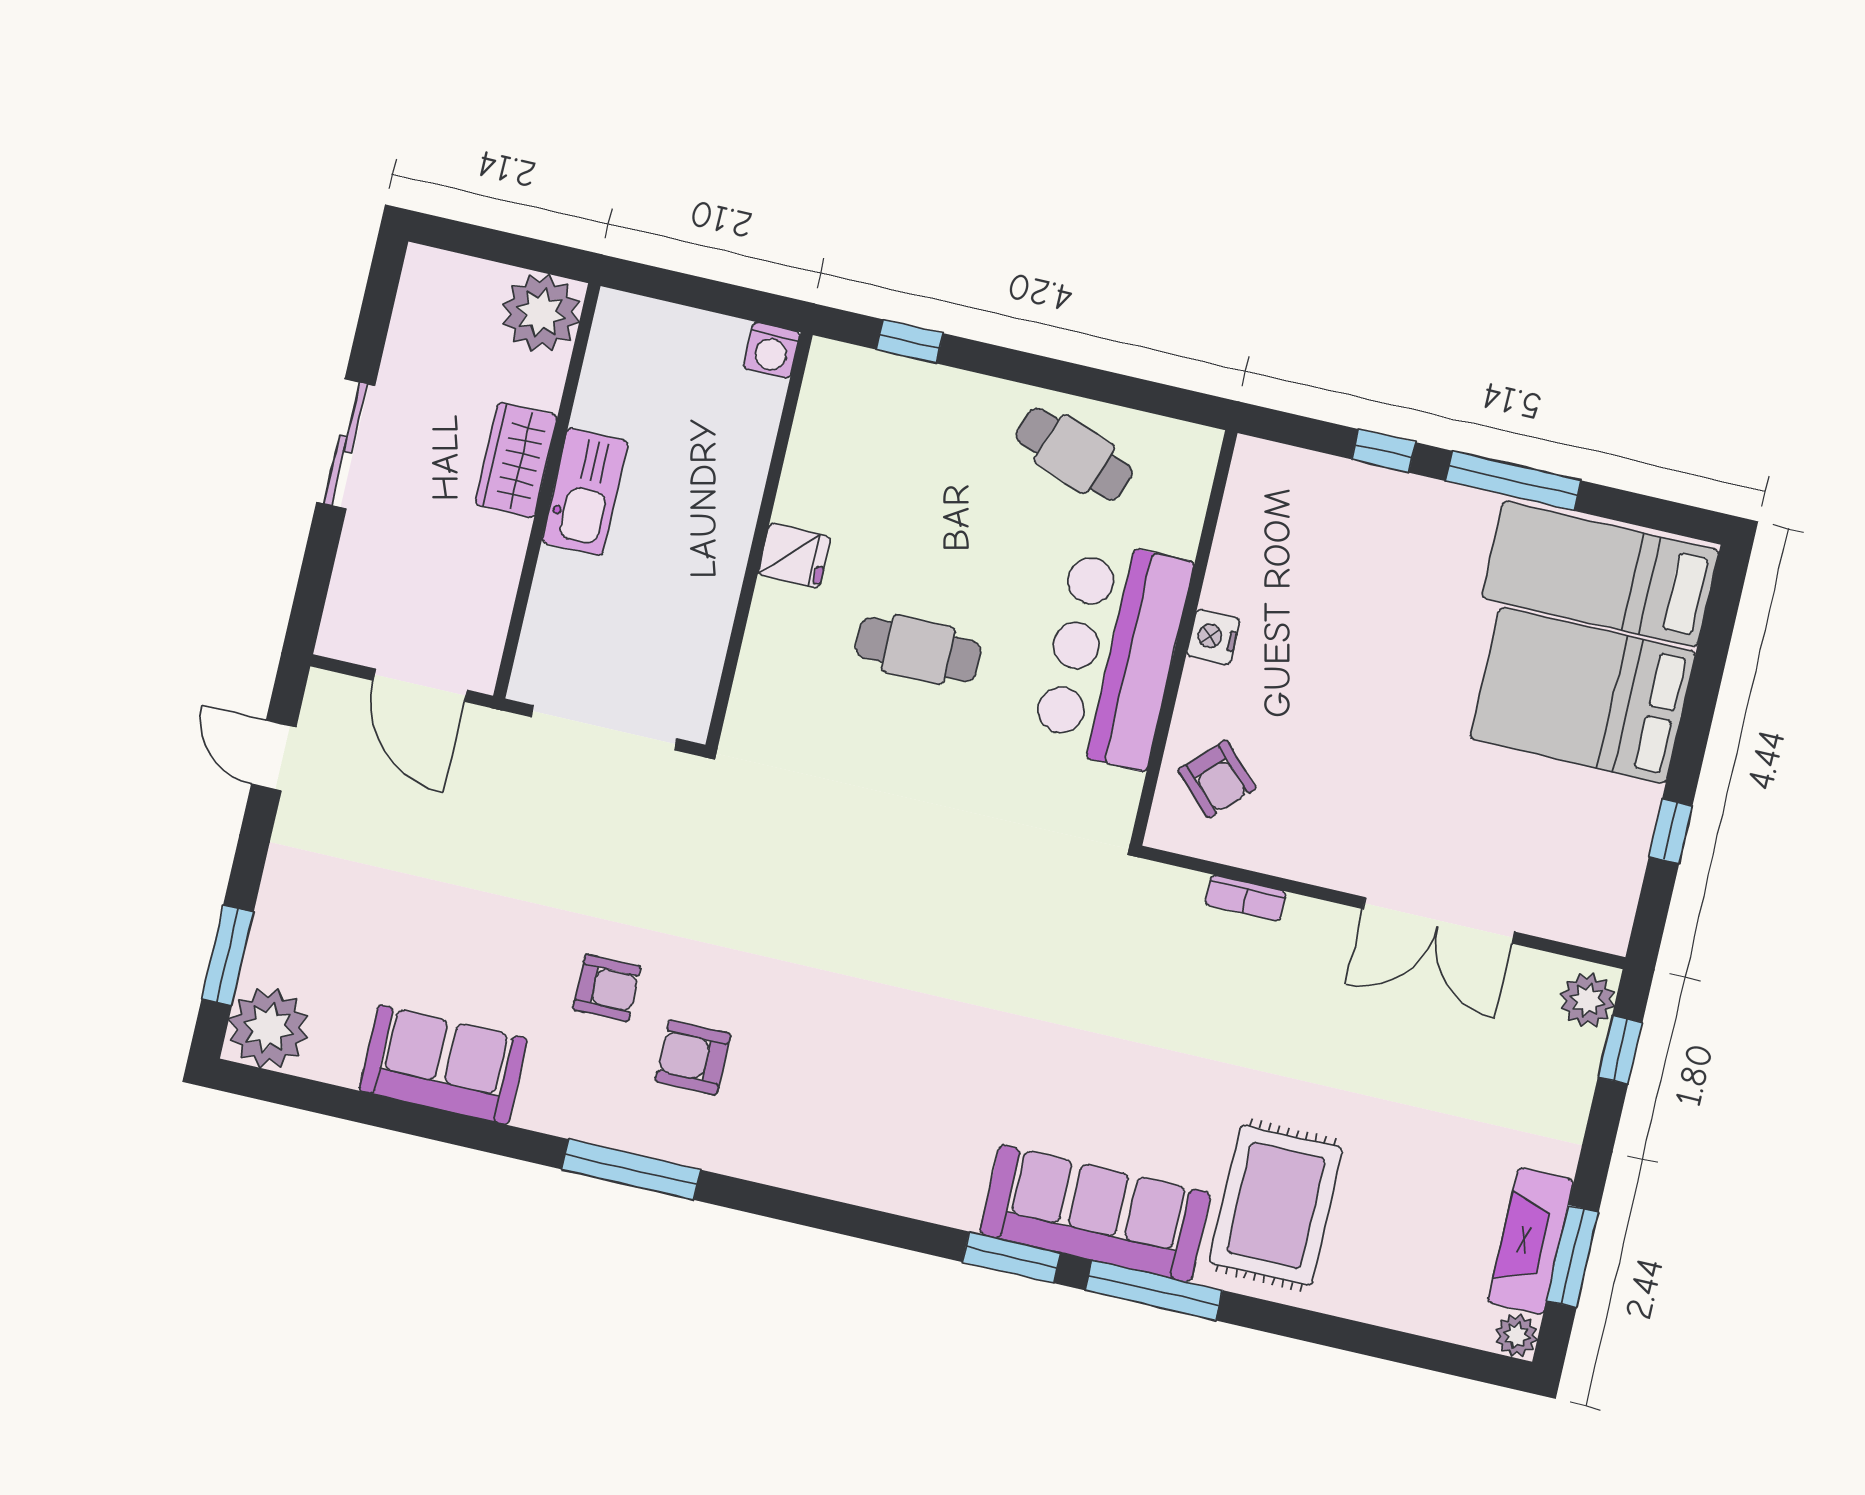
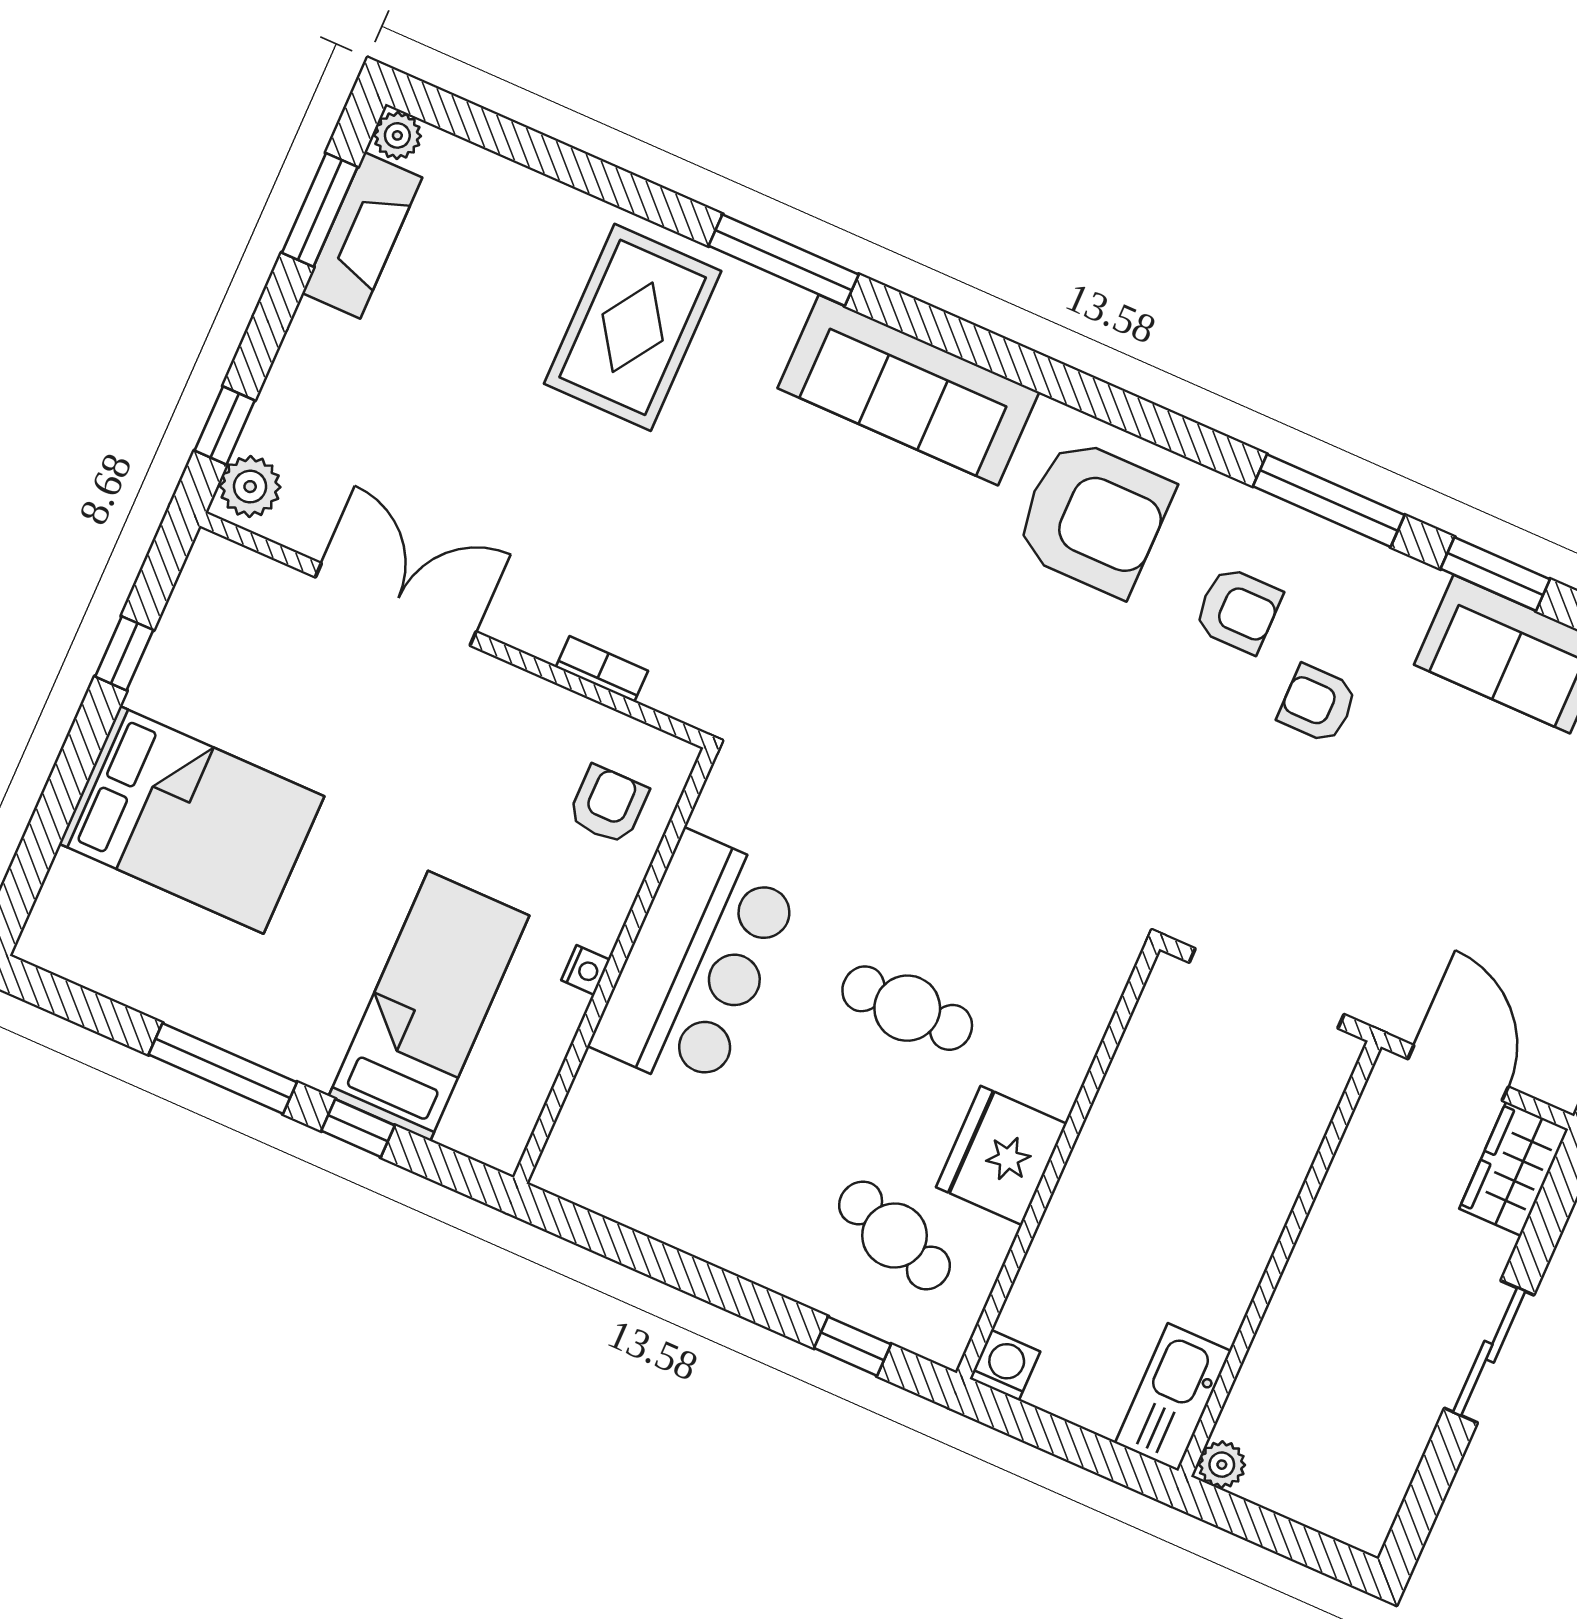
plant: (541, 313) -> (1222, 1465), width x0.53, depth x0.53
cafe table: (1074, 454) -> (894, 1235), moved
wardrobe: (516, 460) -> (1514, 1169), moved, turned 180
kitchen sink: (585, 492) -> (1173, 1397), moved
fridge: (794, 556) -> (1001, 1156), width x1.88, depth x1.34
bed: (1600, 574) -> (429, 1006), moved, turned -90
nightstand: (1213, 637) -> (586, 970), width x0.72, depth x0.74
armchair: (1217, 779) -> (608, 805), turned 45
armchair: (836, 1115) -> (1094, 517), added
sofa: (1095, 1213) -> (908, 390), moved
window: (1012, 1257) -> (1495, 574), moved

